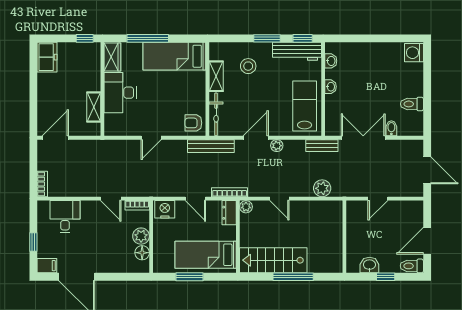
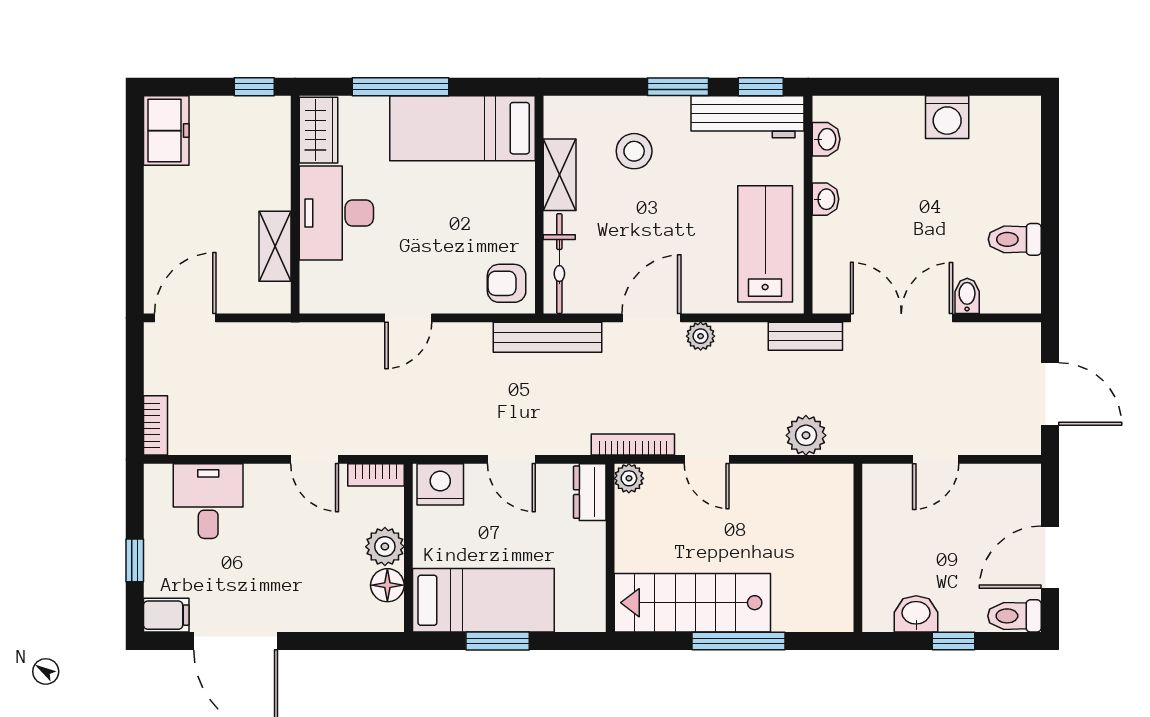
washing machine: (414, 53) -> (947, 117), moved, turned -90
bookcase: (230, 192) -> (633, 445), moved
bed: (206, 255) -> (483, 600), moved, turned 180

